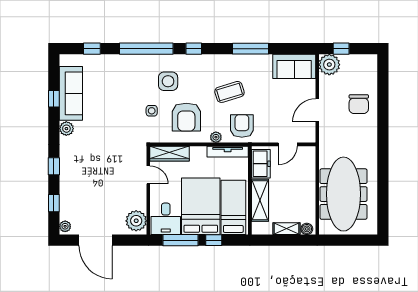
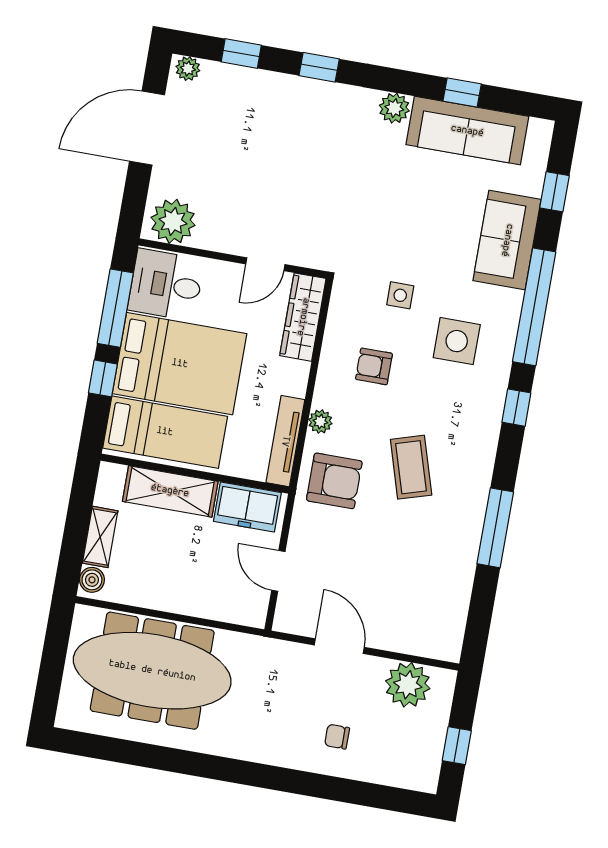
window: (341, 49) -> (457, 746), moved
plant: (329, 65) -> (408, 685), moved
sofa: (294, 66) -> (507, 240), moved
chair: (359, 104) -> (337, 737), width x0.54, depth x0.54
armchair: (186, 117) -> (374, 366), width x0.53, depth x0.53

